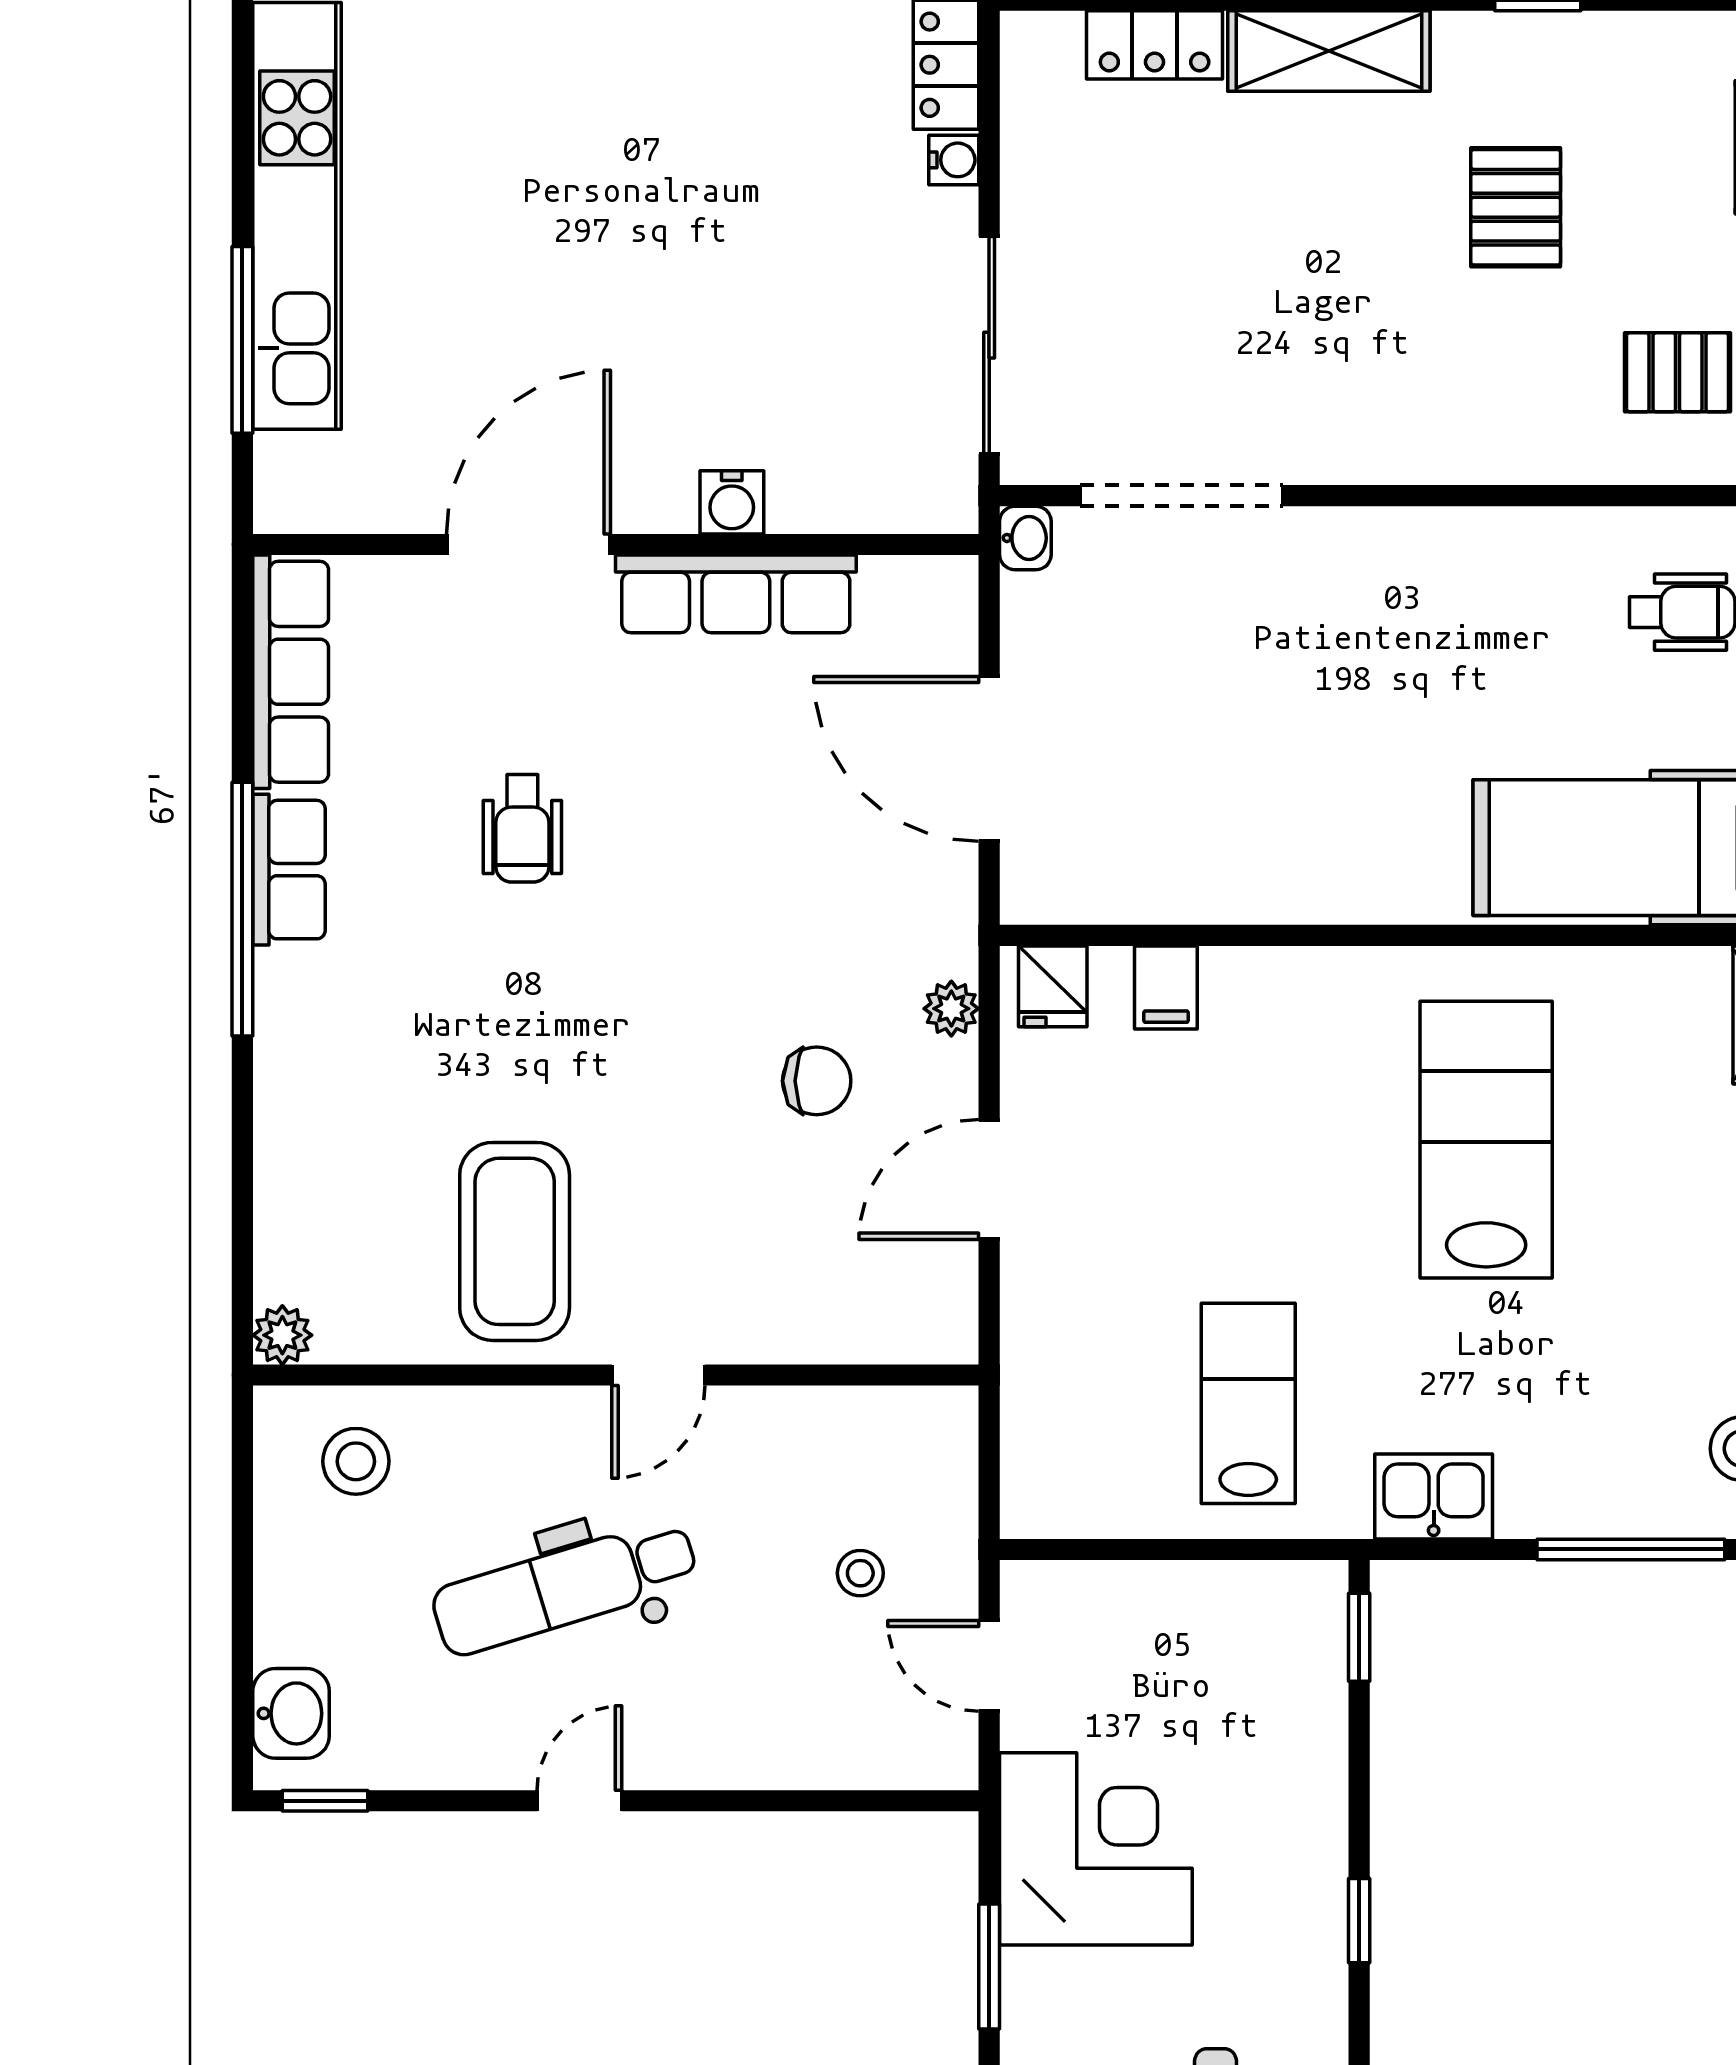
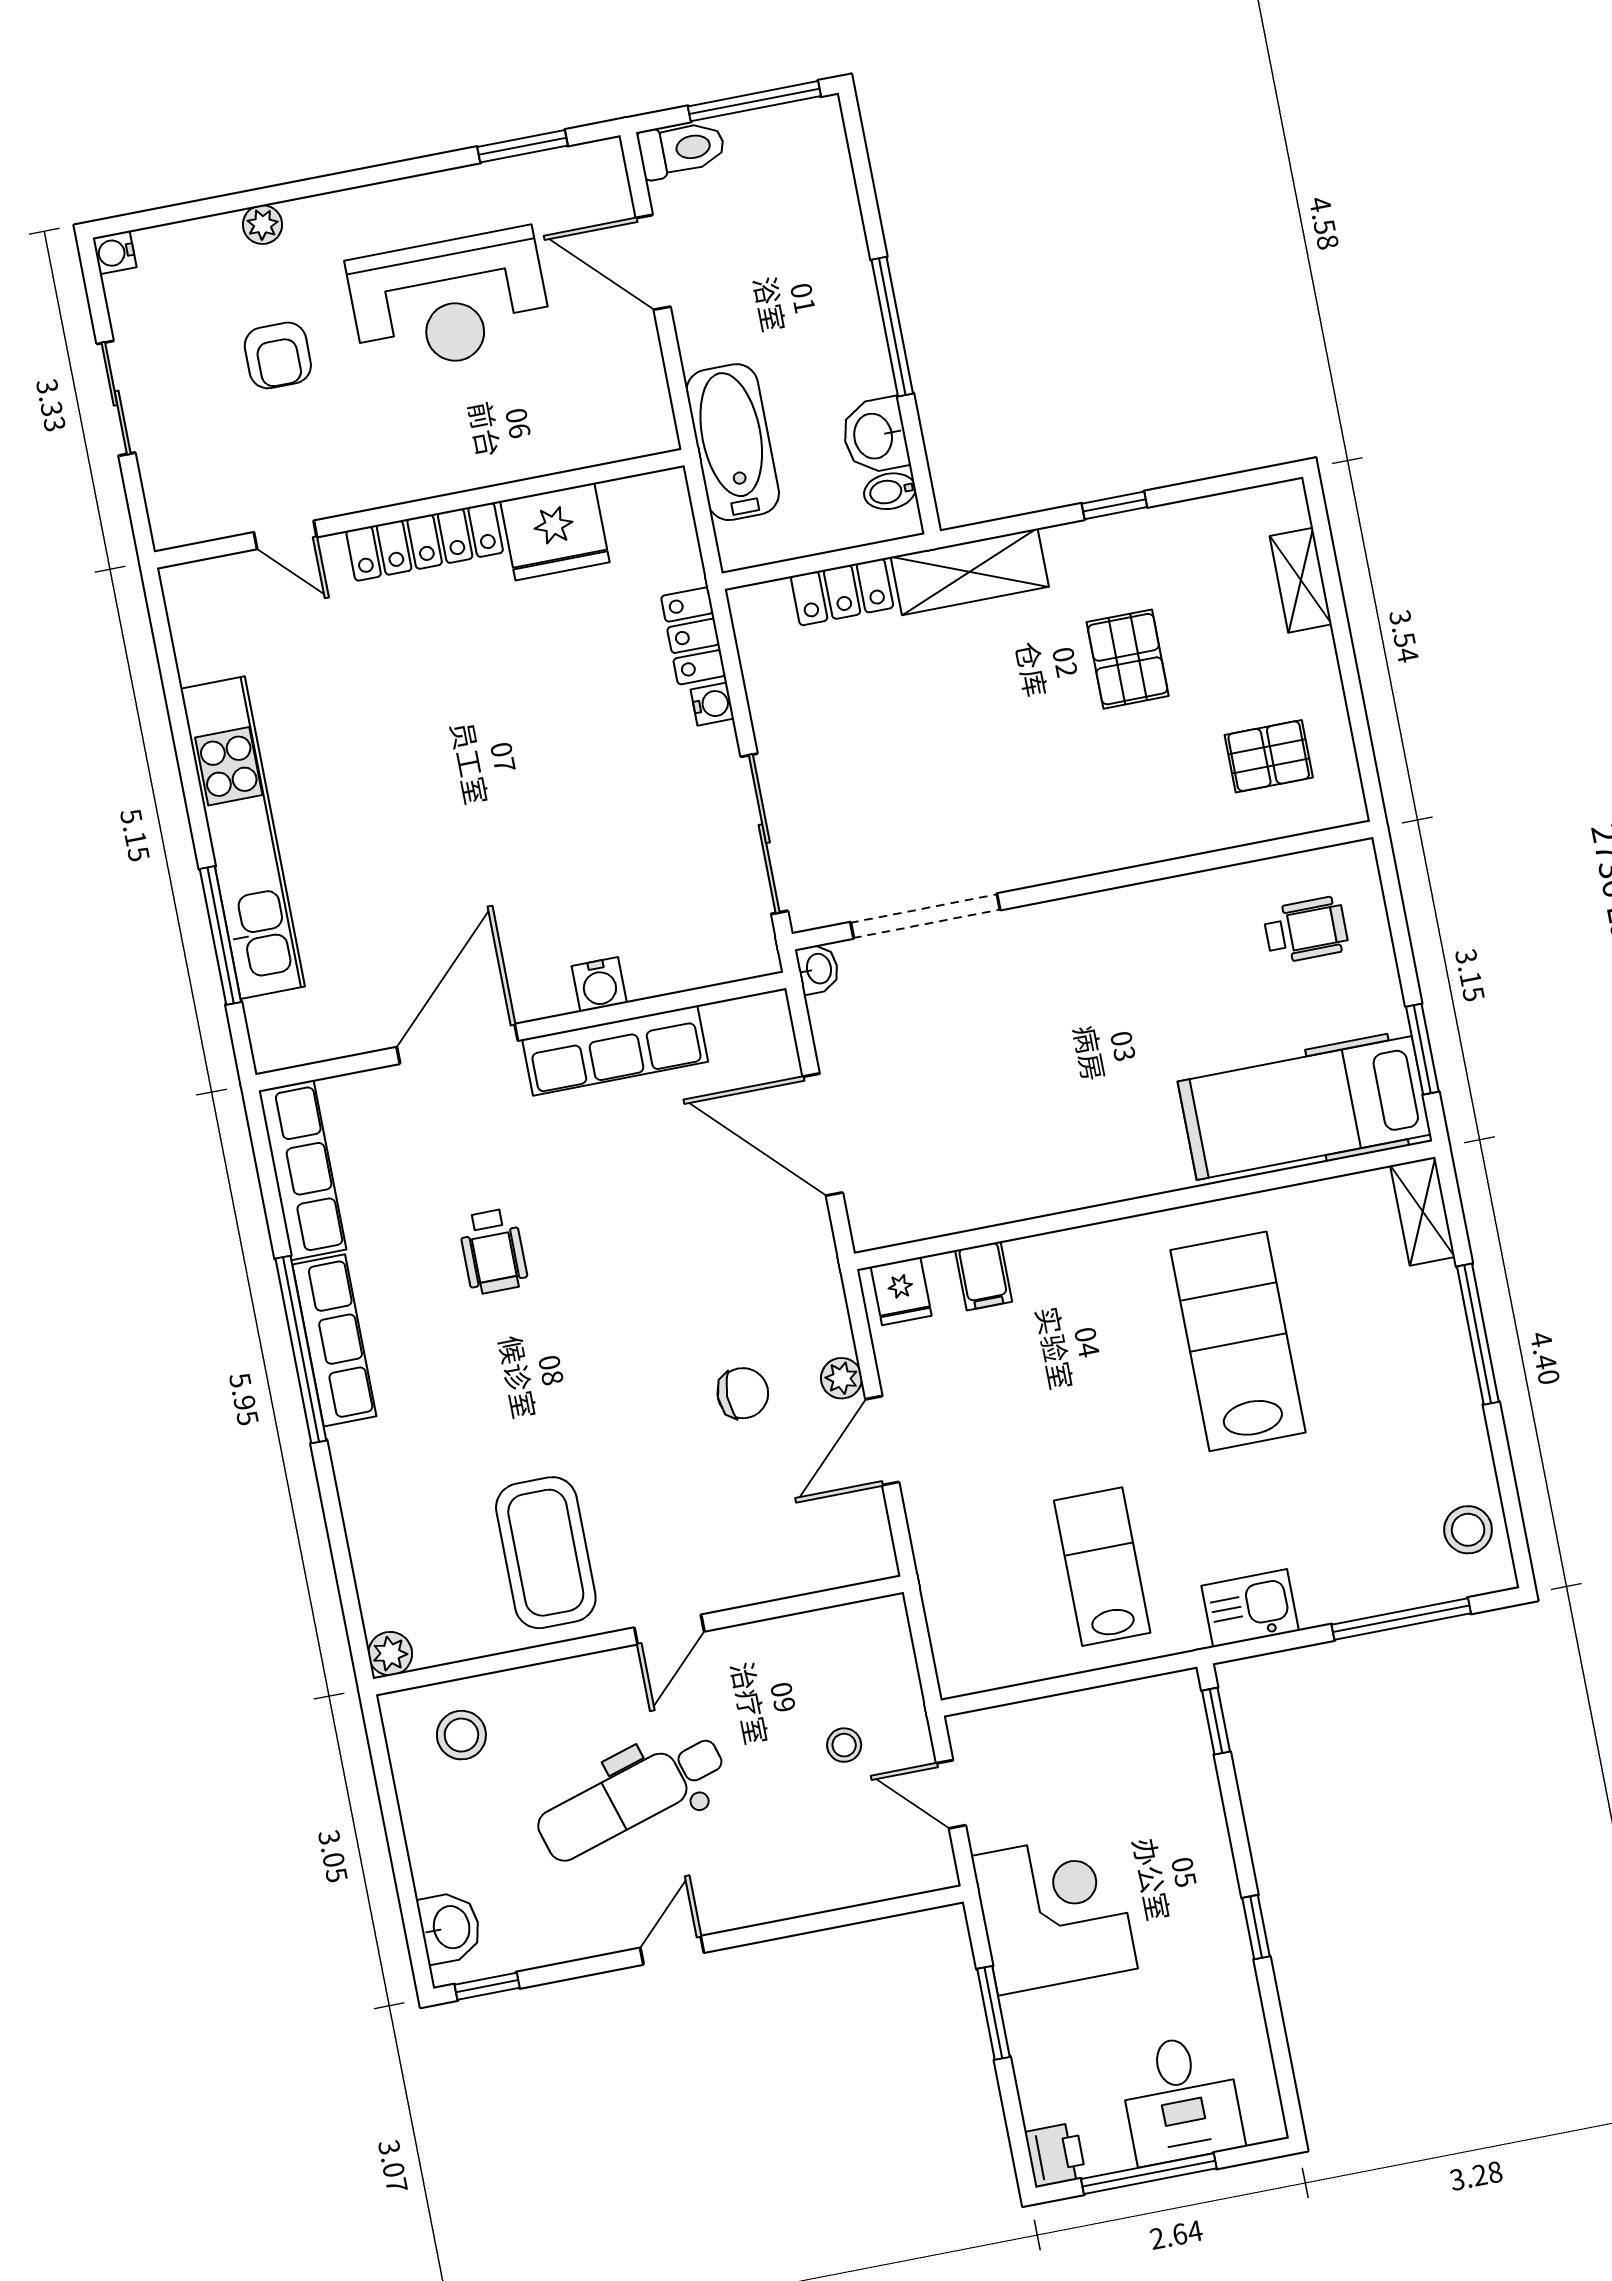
row of seats: (289, 870) -> (334, 1340), width x1.48
plant: (951, 1009) -> (841, 1378), moved

